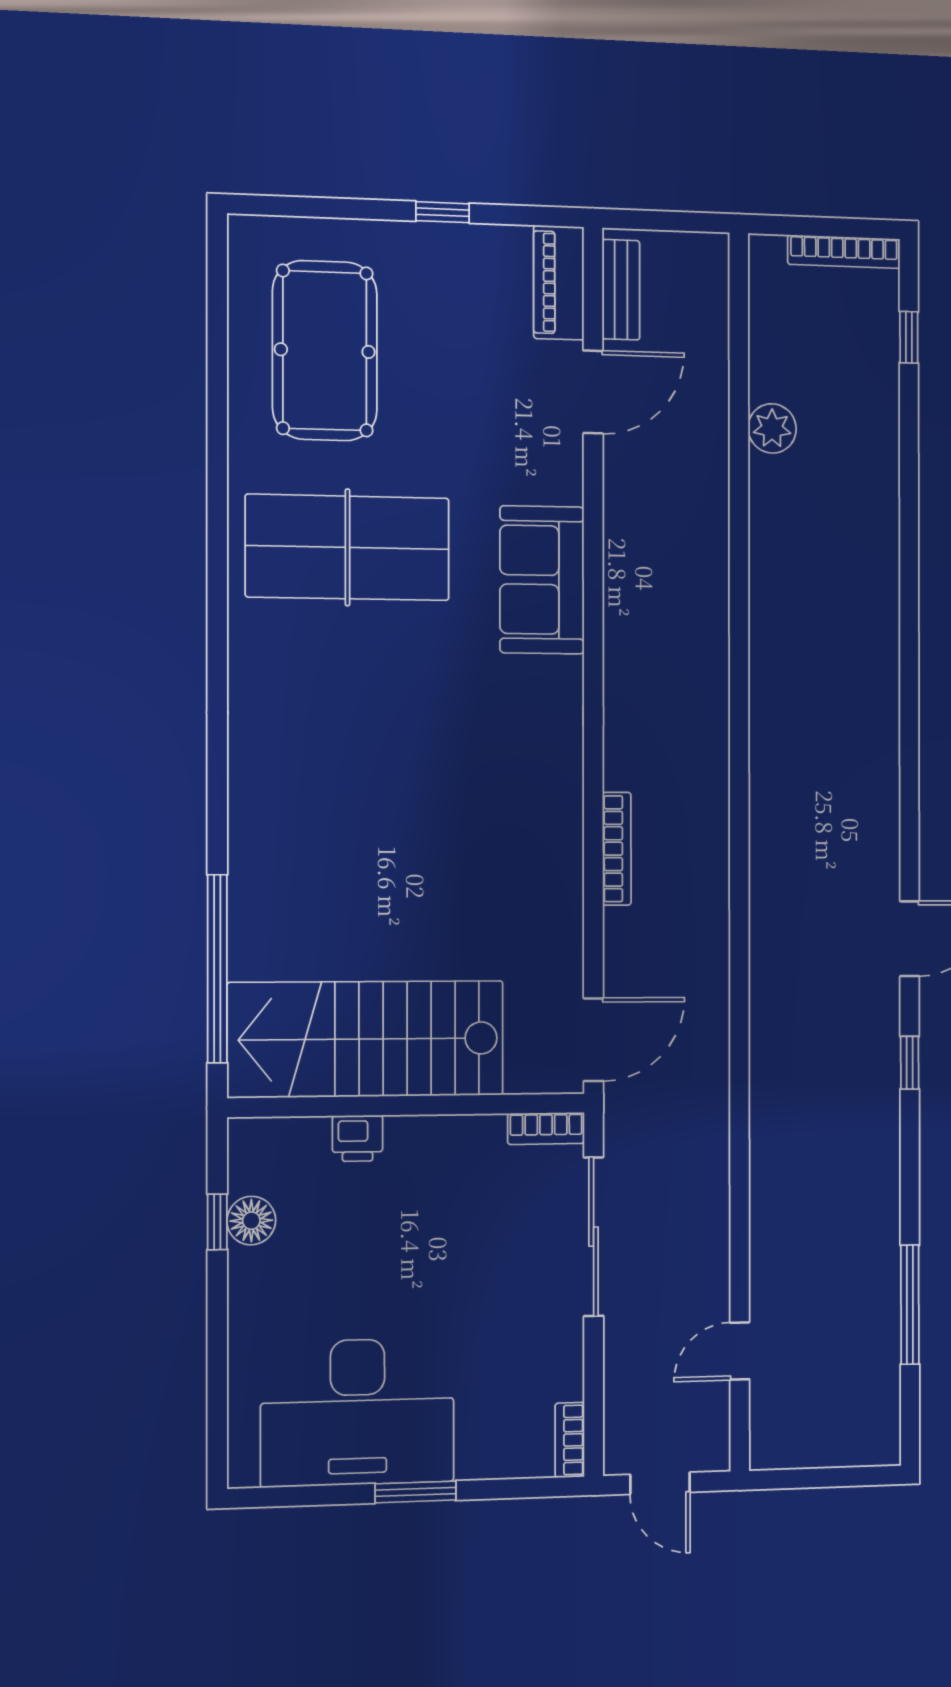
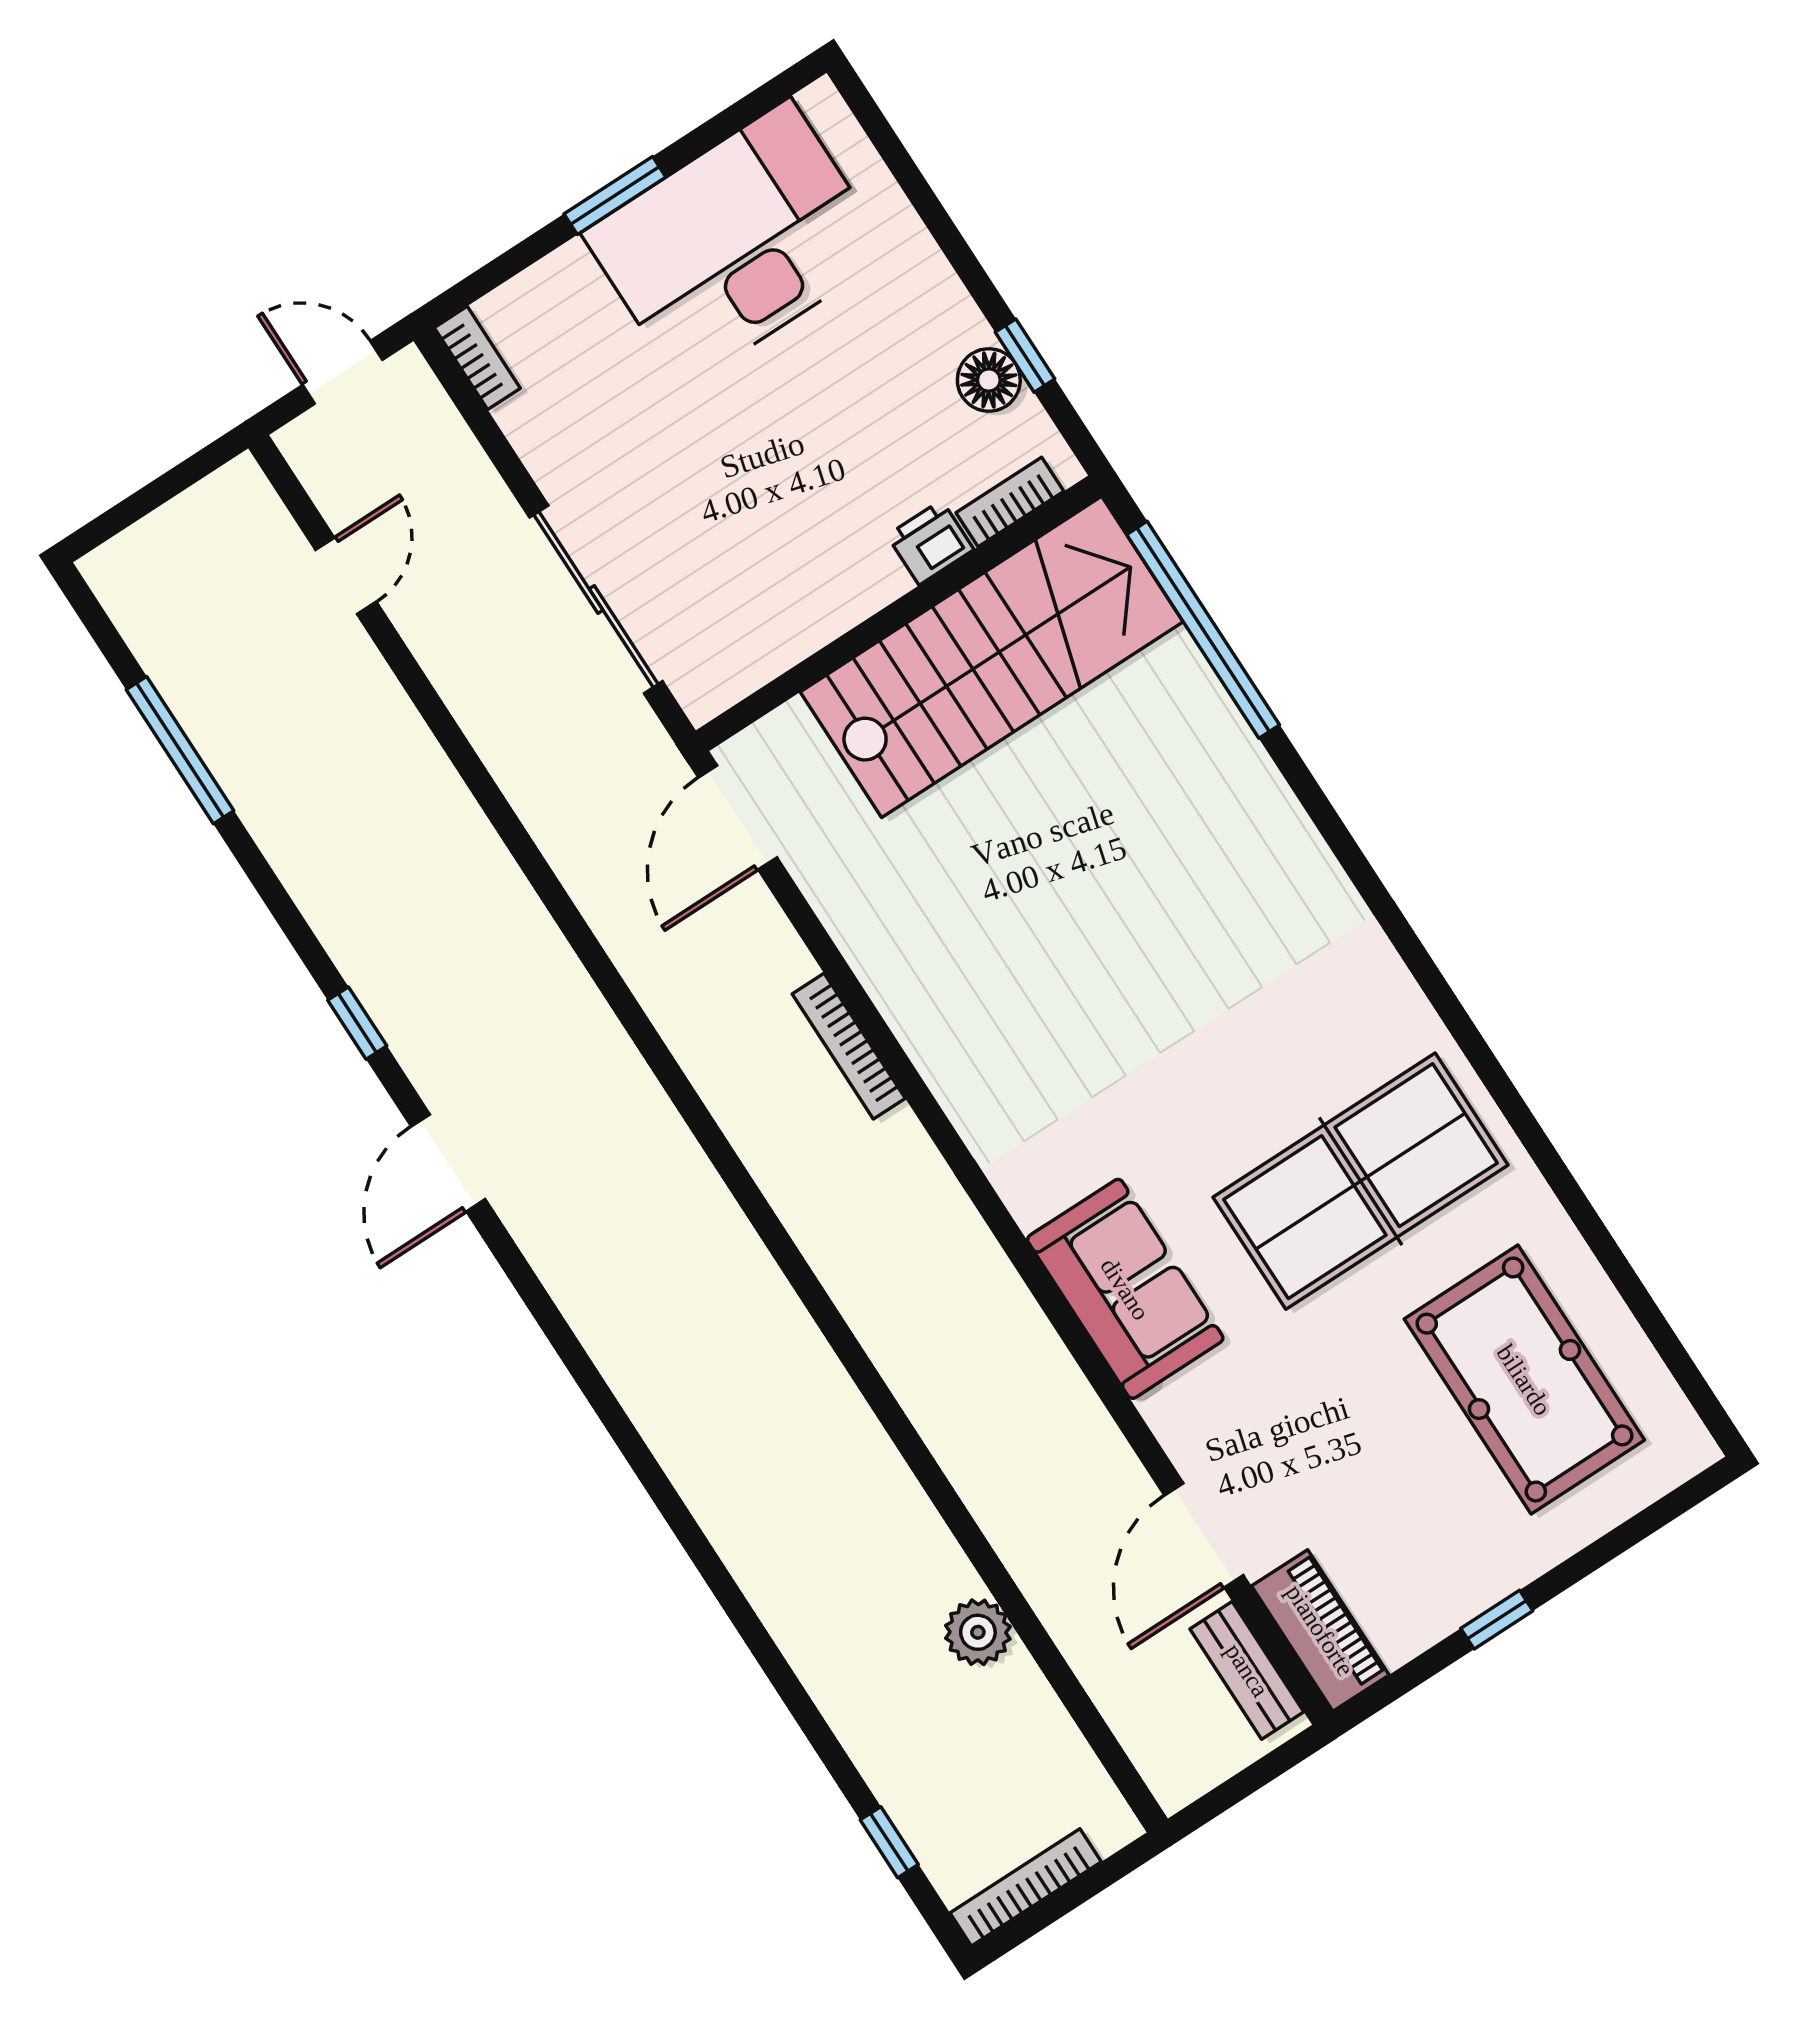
bookcase: (546, 1128) -> (1010, 502), moved

